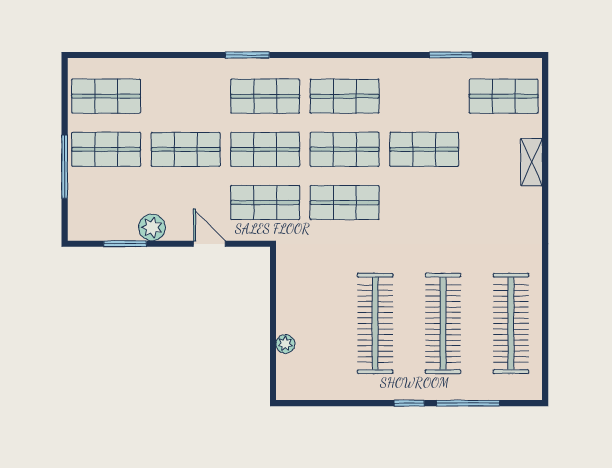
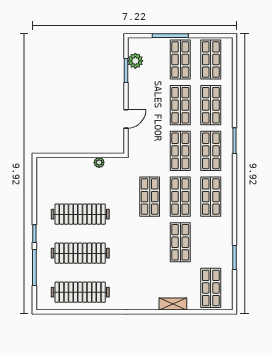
shop shelf: (265, 203) -> (211, 105), moved
plant: (152, 227) -> (135, 61), moved
plant: (285, 344) -> (99, 162), moved

